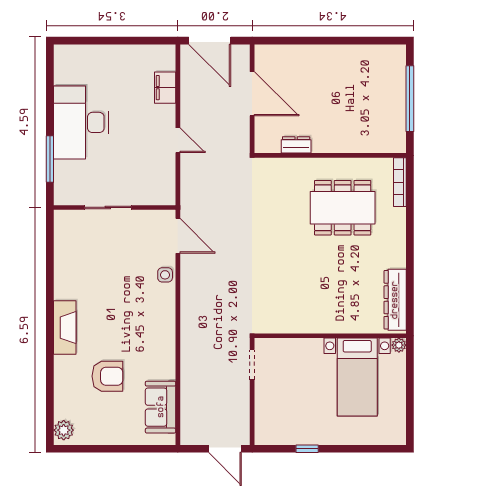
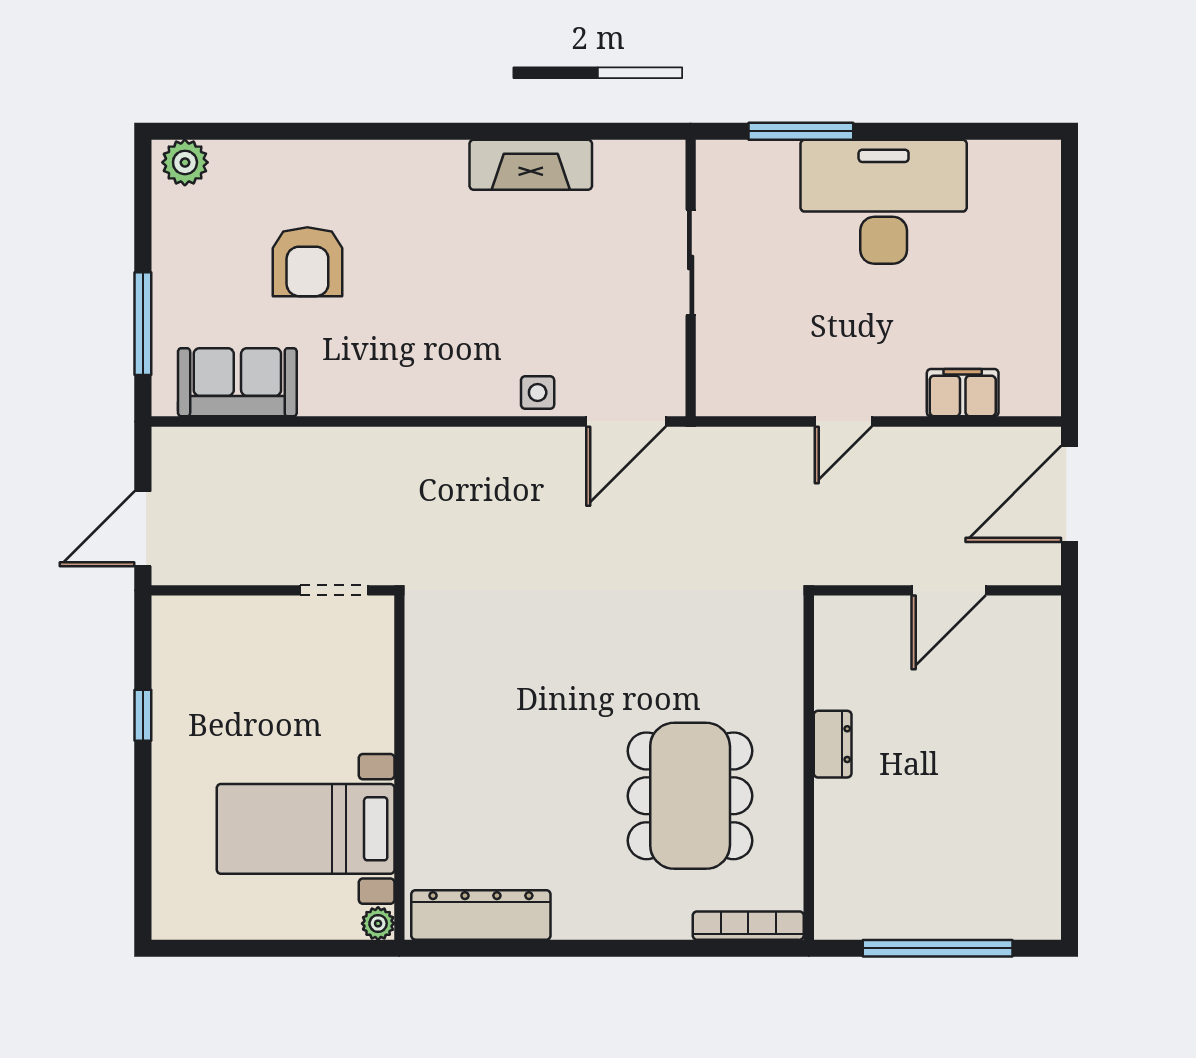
door: (252, 94) -> (949, 590), width x0.73
dresser: (296, 145) -> (833, 744), moved
fireplace: (65, 328) -> (531, 165), moved
window: (135, 449) -> (143, 324), added

